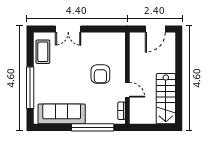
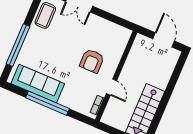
door: (155, 29) -> (164, 40), swing flipped
window: (93, 127) -> (48, 103), moved

